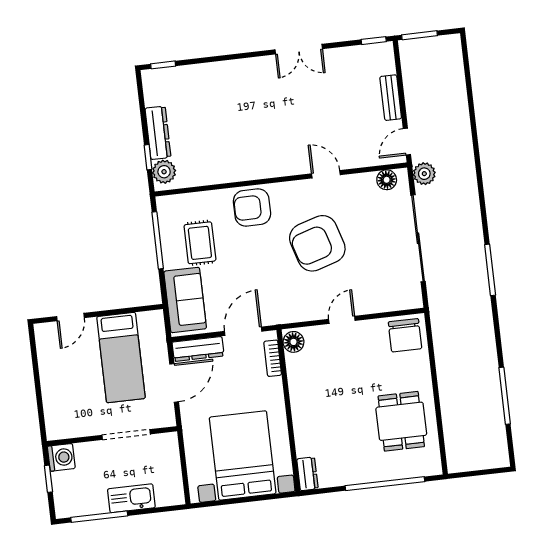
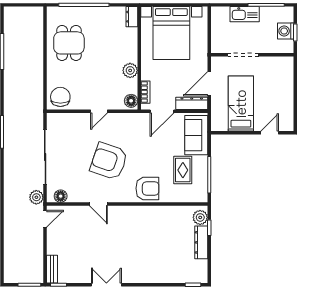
bench: (391, 98) -> (52, 269), moved
armchair: (317, 243) -> (109, 161), turned -144
plant: (300, 389) -> (130, 70), added
washing machine: (61, 457) -> (286, 31), moved

